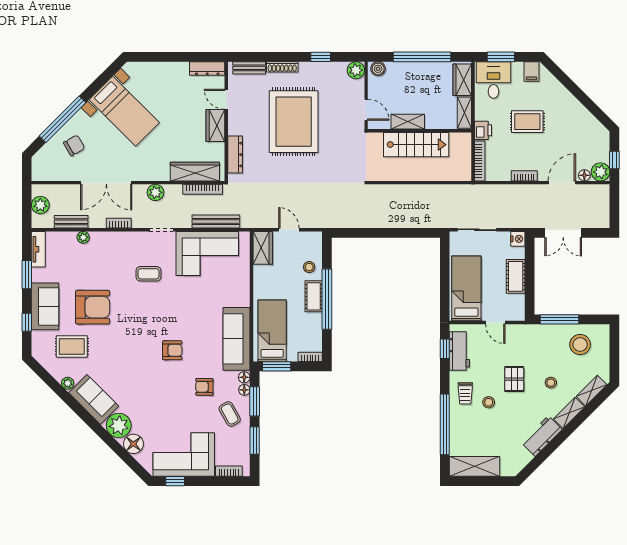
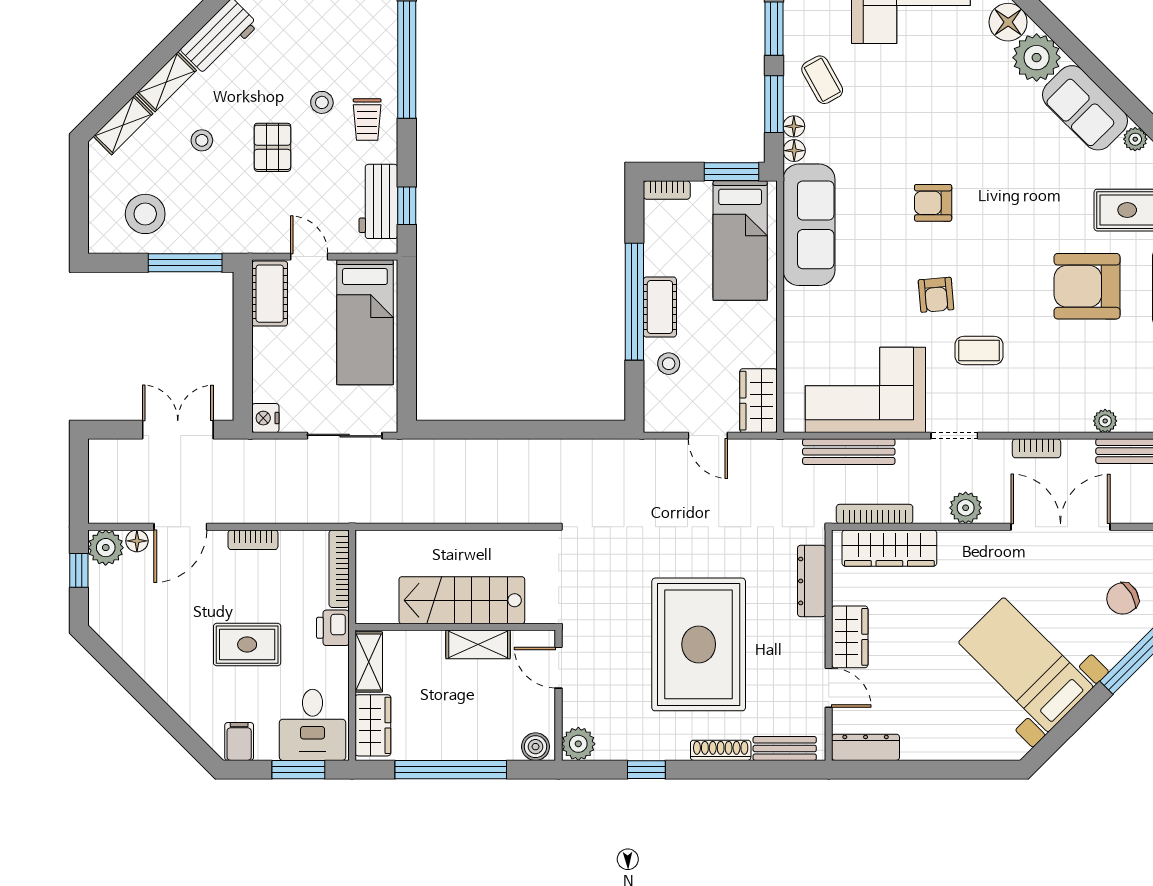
cot: (516, 276) -> (270, 294), moved
armchair: (204, 387) -> (936, 295), moved, turned 85
trolley: (465, 393) -> (367, 120), turned 180

